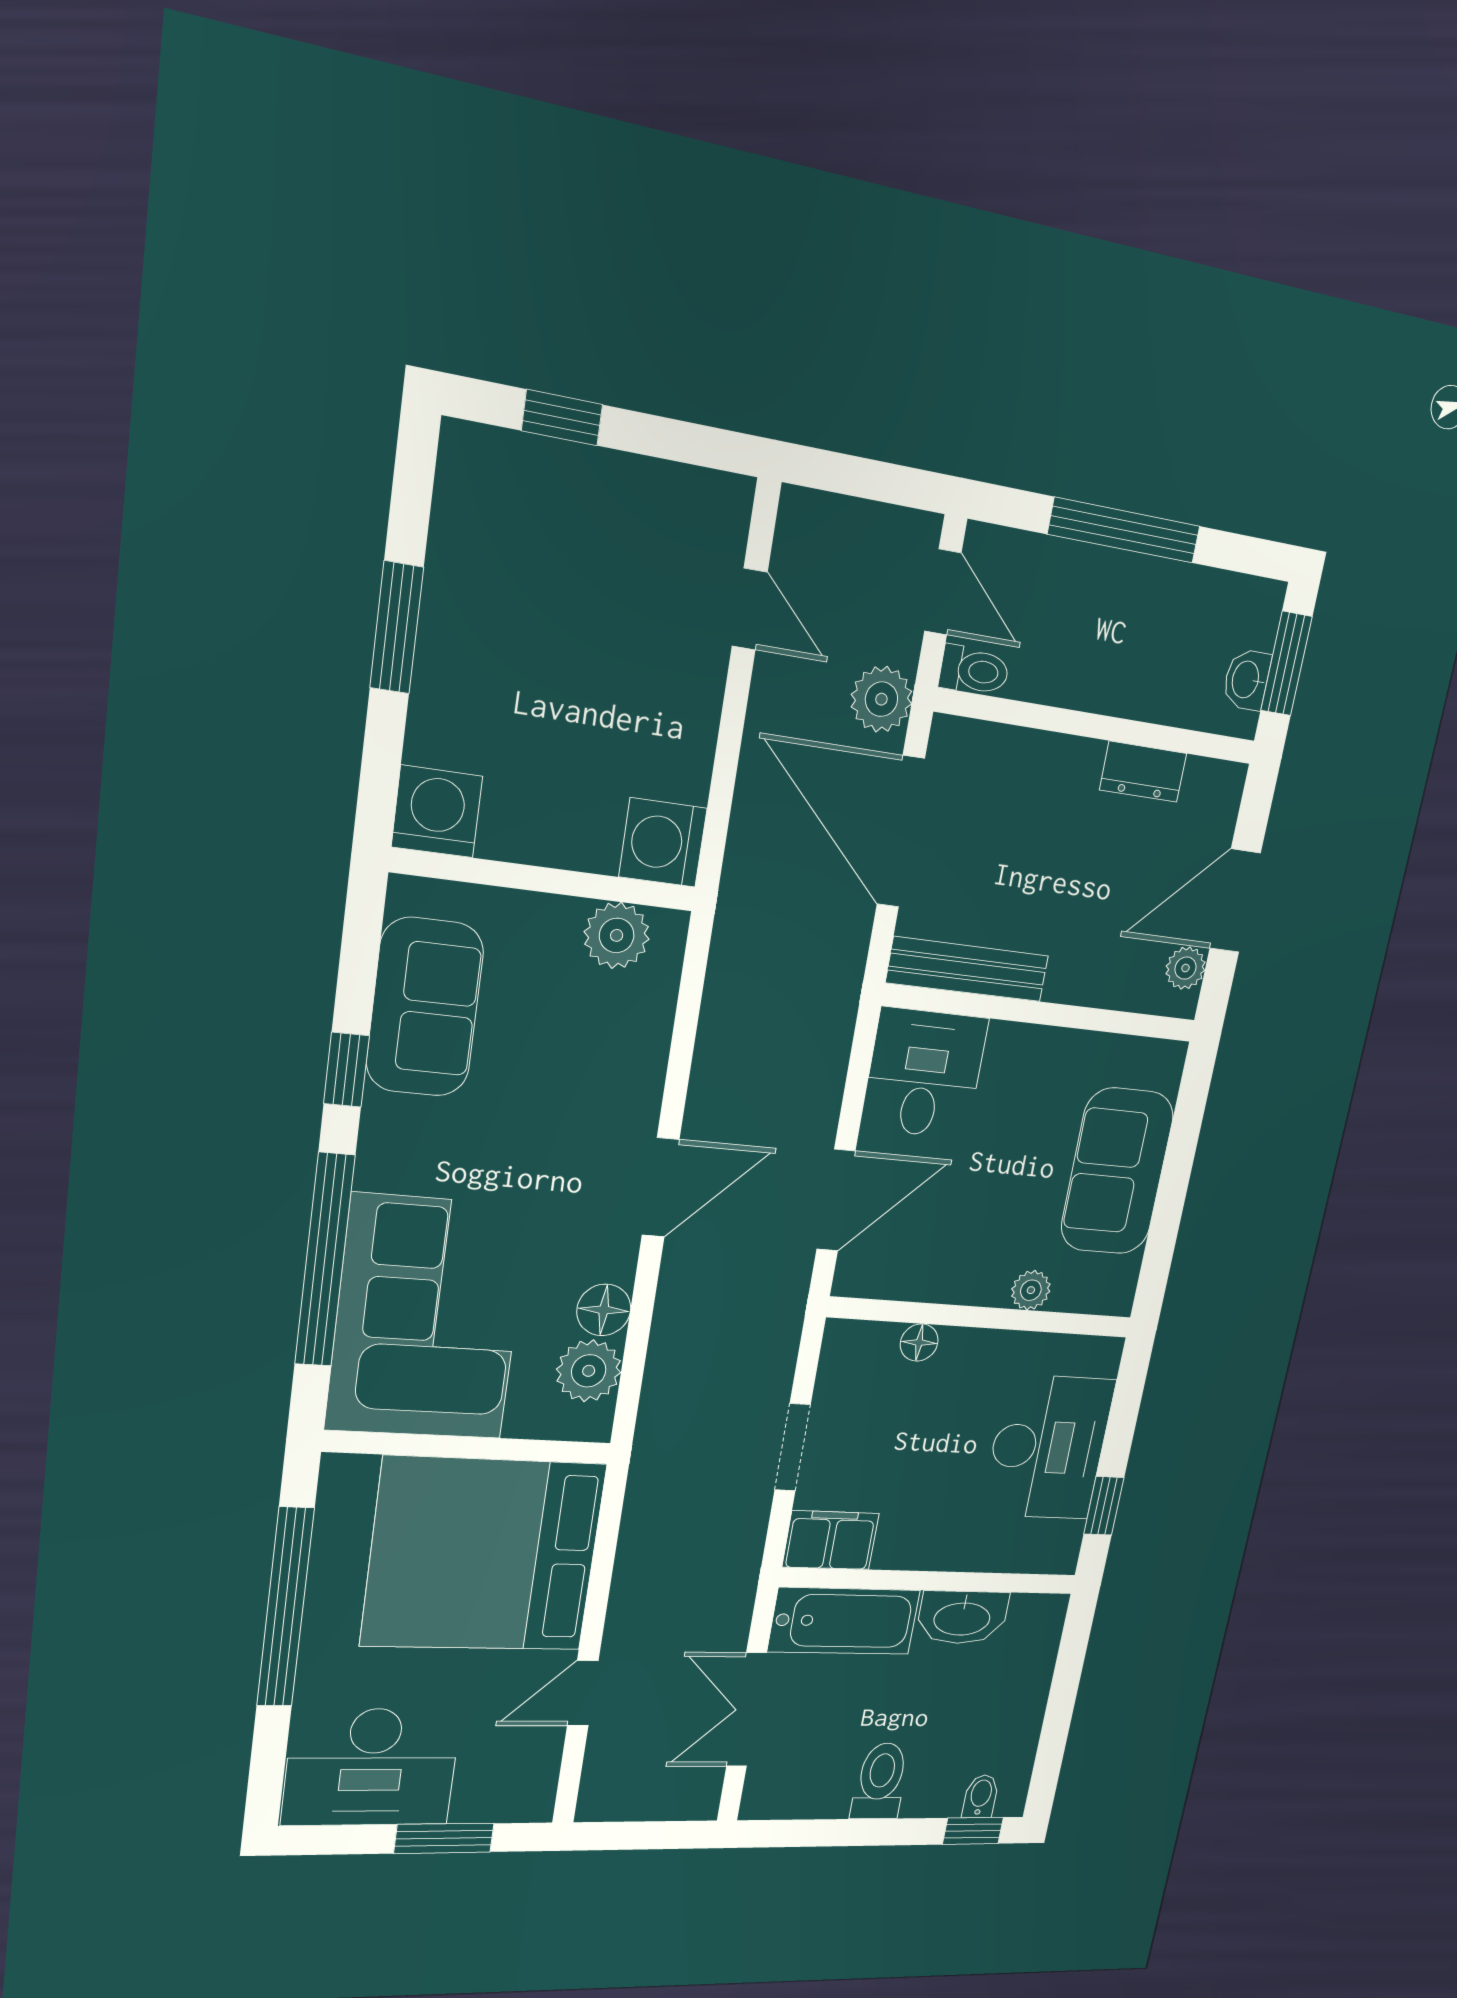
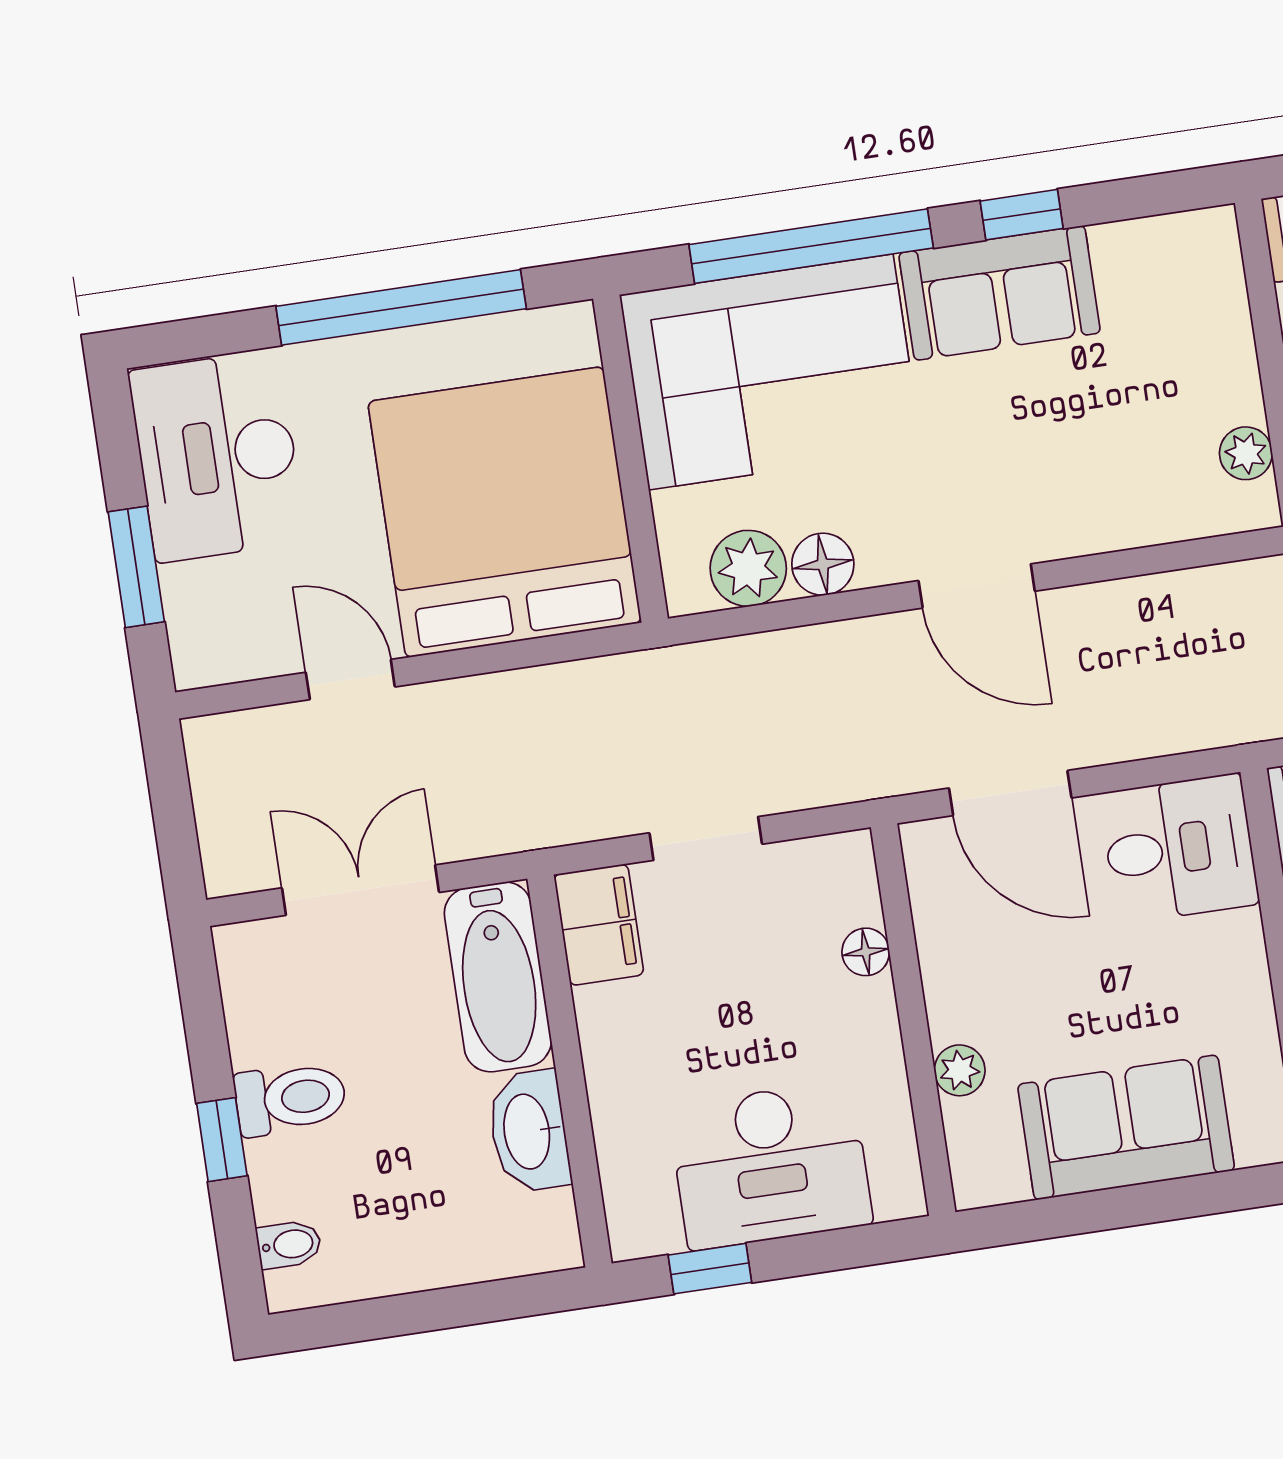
plant: (617, 935) -> (1246, 453), width x0.73, depth x0.73
sofa: (425, 1007) -> (1000, 293), moved
window: (973, 1831) -> (222, 1140), moved

